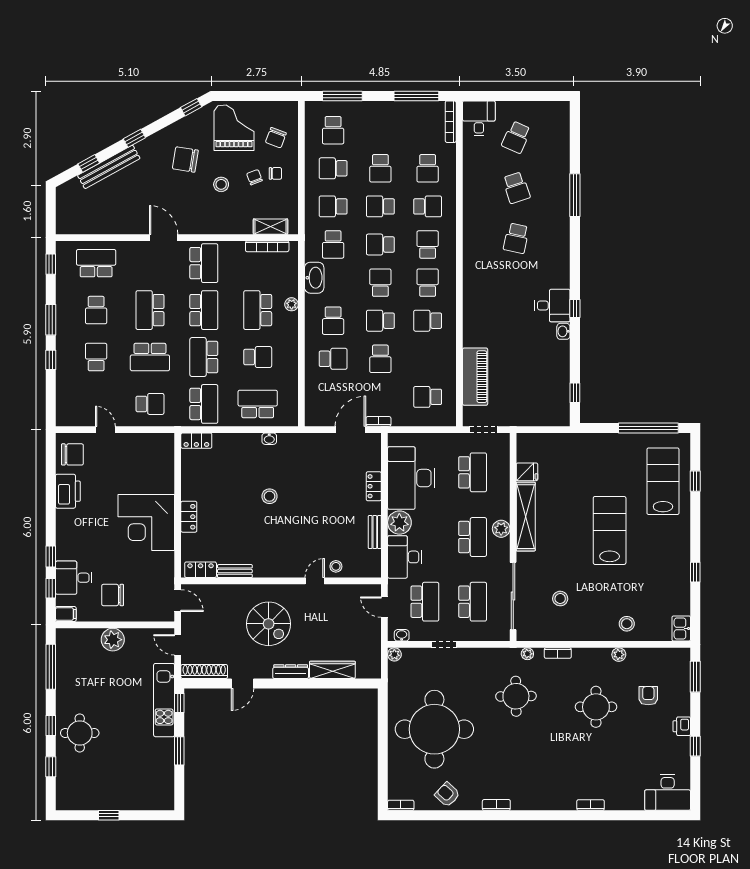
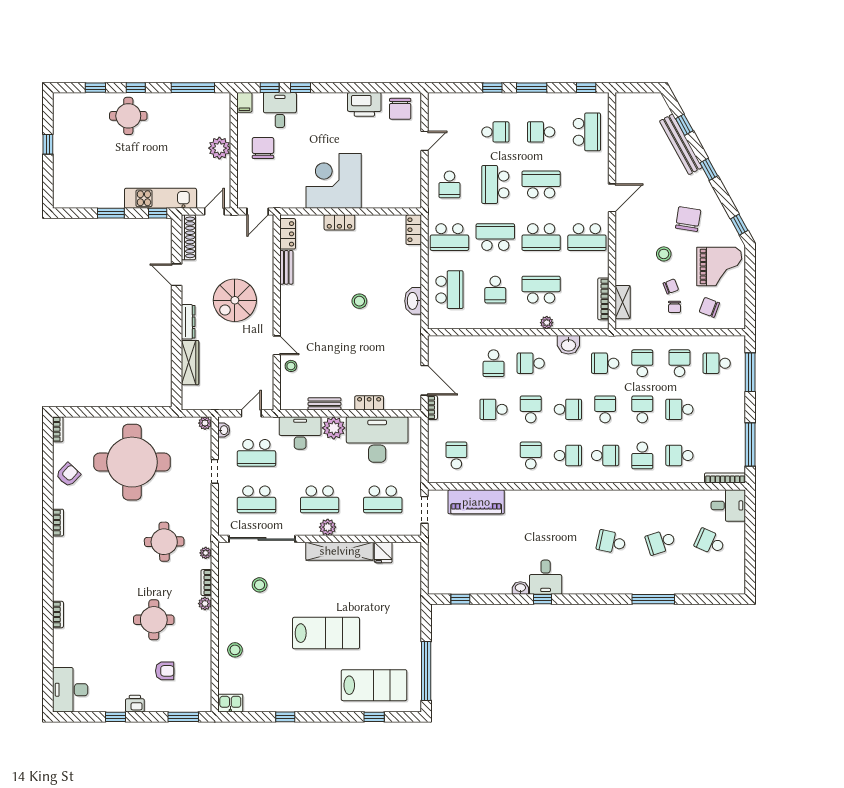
washbasin: (314, 278) -> (568, 345), width x0.72
washbasin: (269, 439) -> (413, 301), width x1.91, depth x1.45
plant: (619, 655) -> (205, 604), moved

